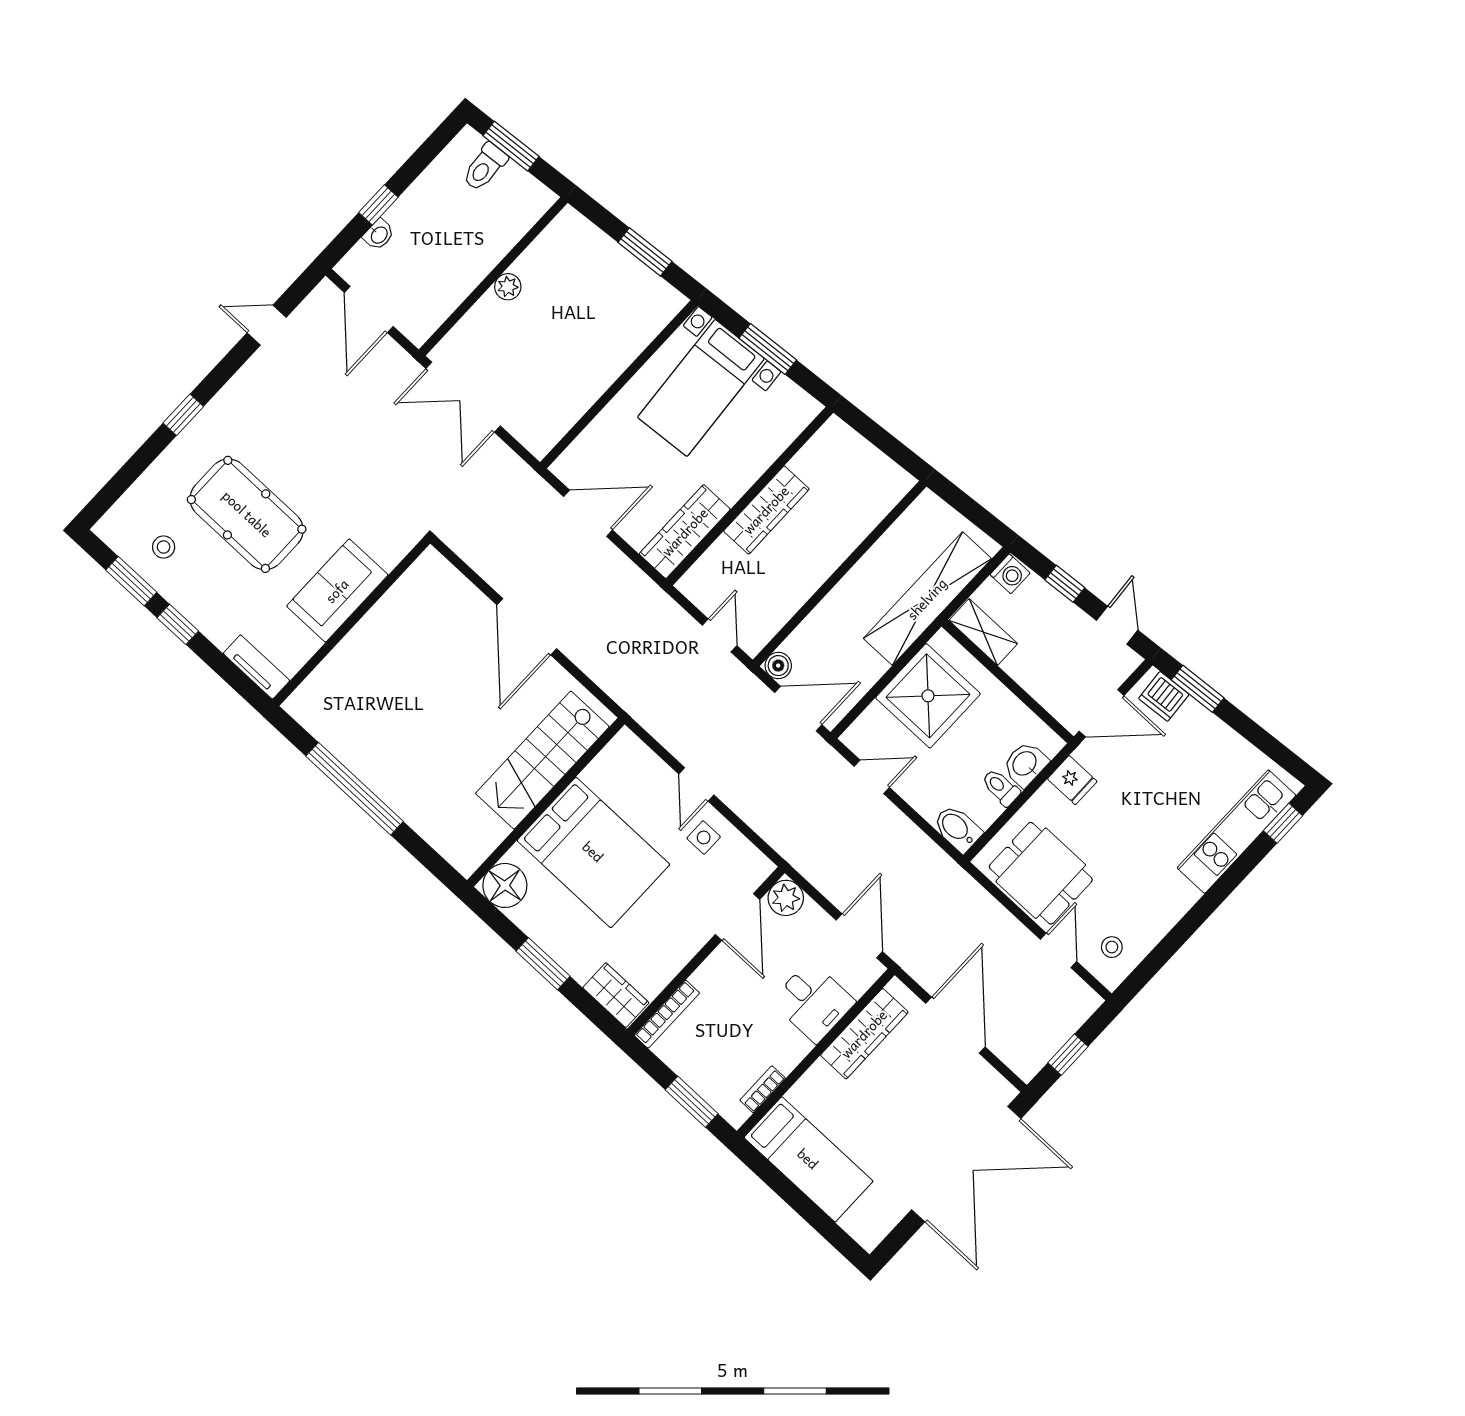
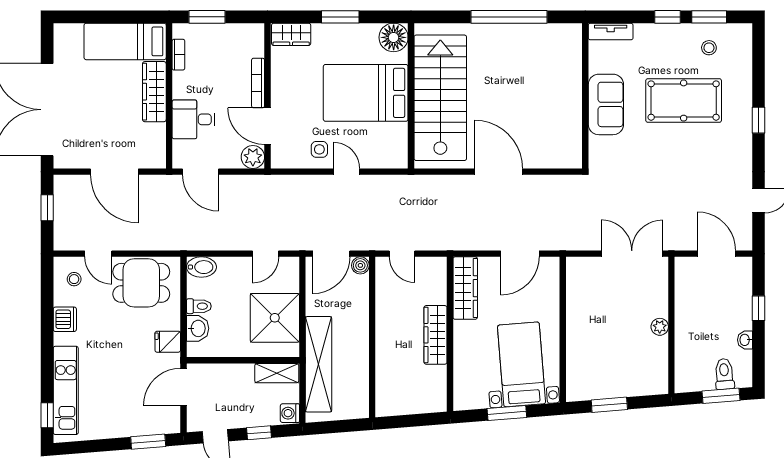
washbasin: (379, 235) -> (745, 340), moved
dishwasher: (1164, 696) -> (65, 319), moved, turned 95
stairs: (542, 760) -> (440, 98), width x1.36, depth x1.51
bookcase: (667, 1014) -> (258, 83), moved
wardrobe: (864, 1034) -> (154, 92), moved

